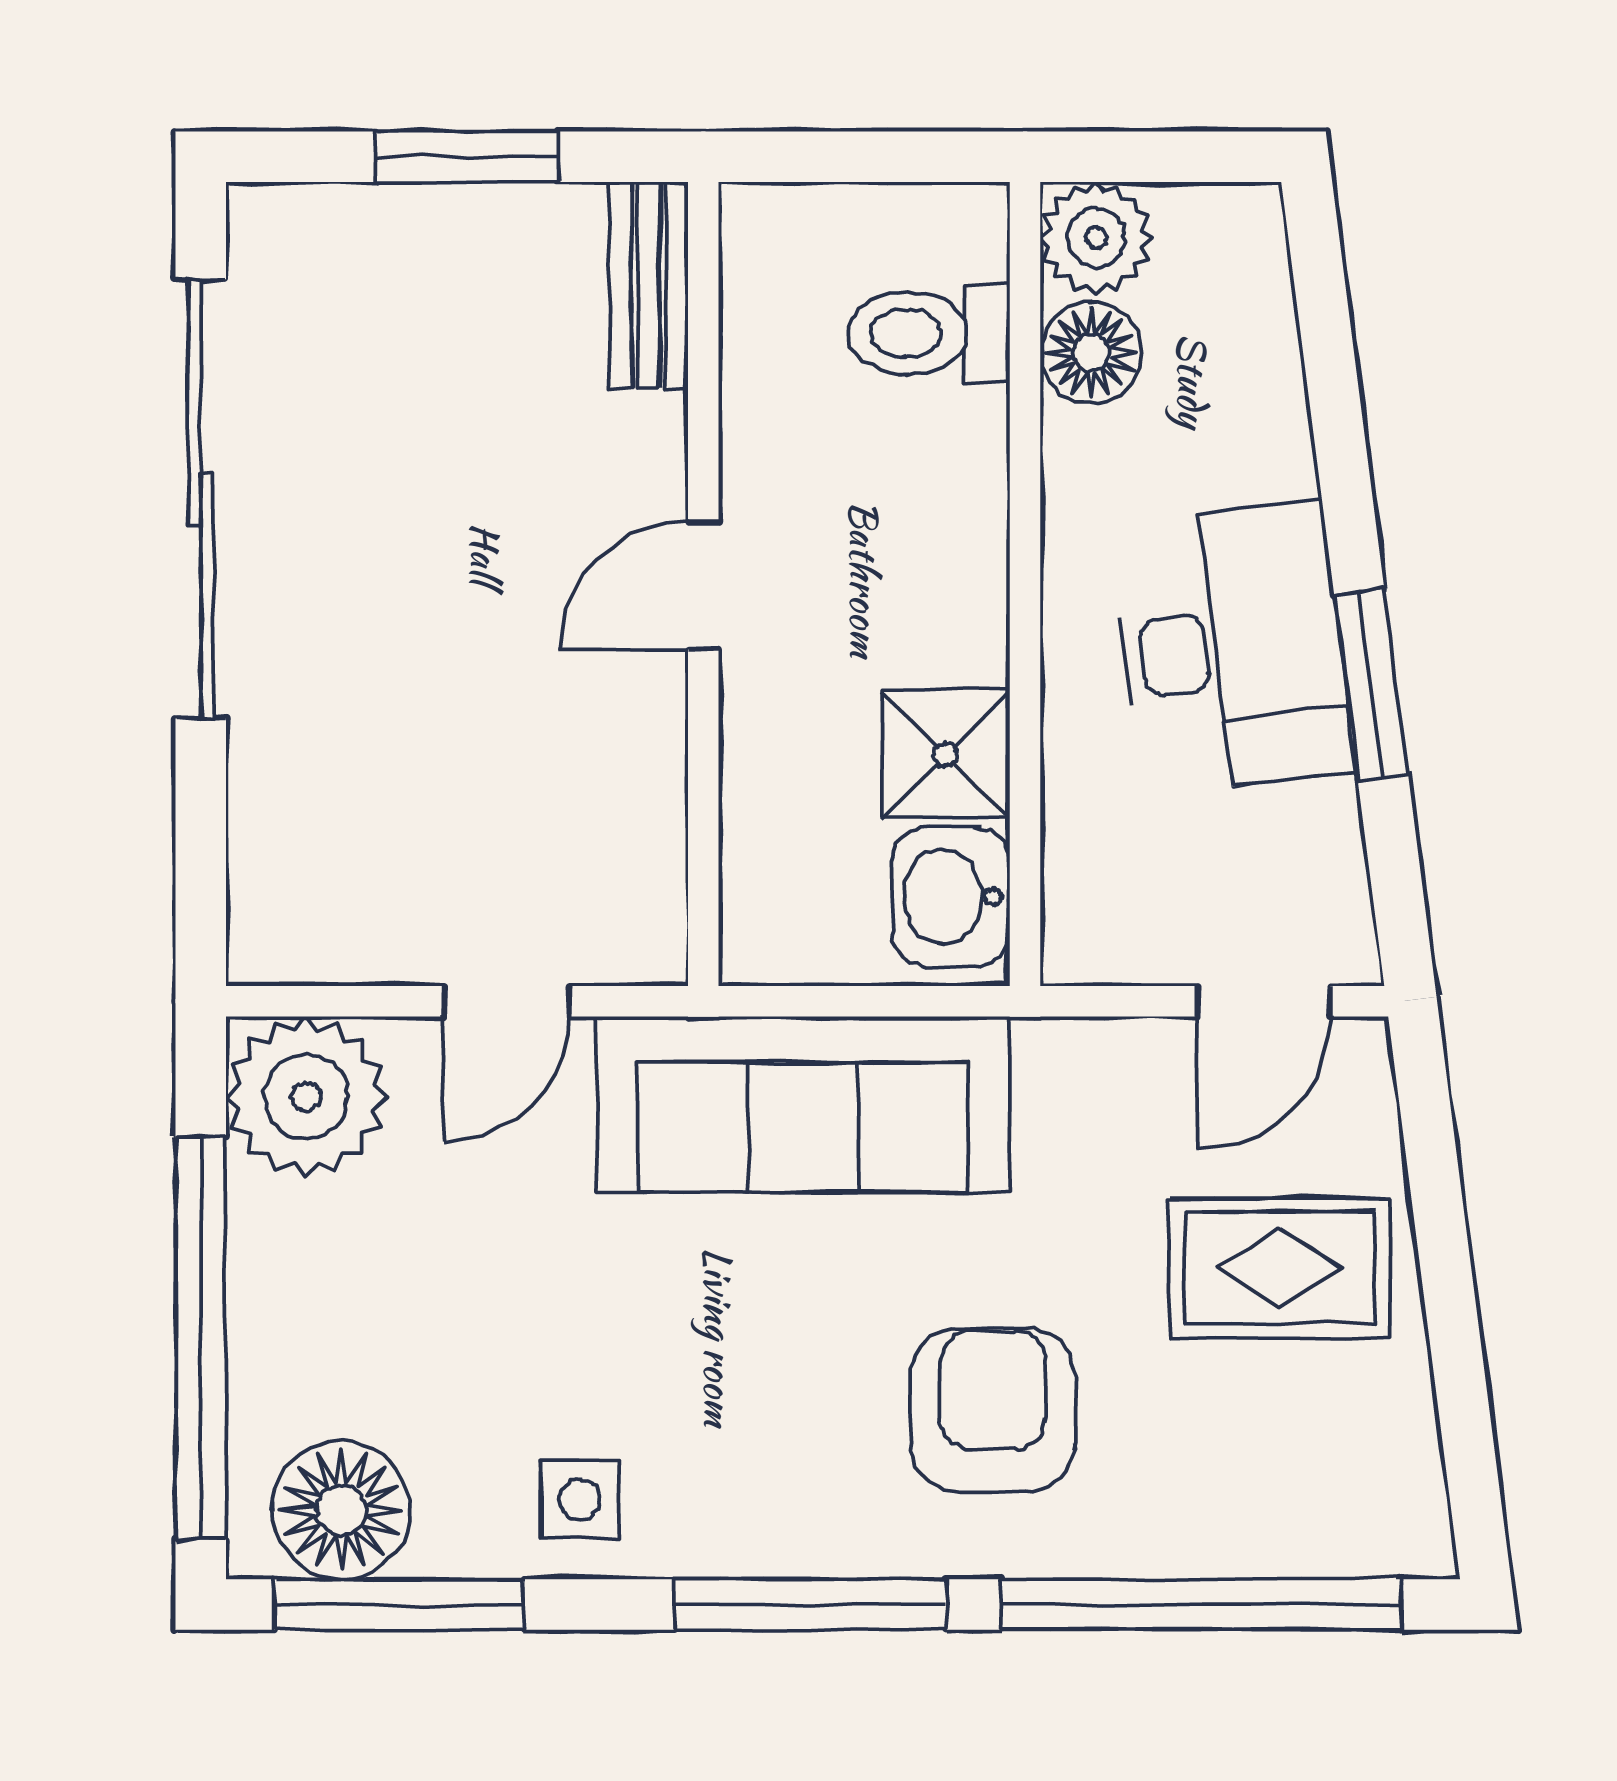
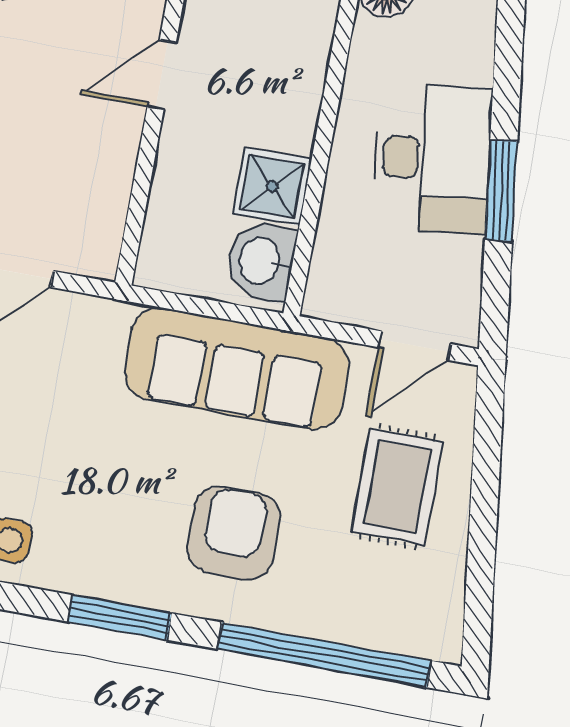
sofa: (803, 1104) -> (237, 369), moved
rug: (1280, 1268) -> (398, 487), turned 90
window: (810, 1604) -> (120, 617), width x0.69

